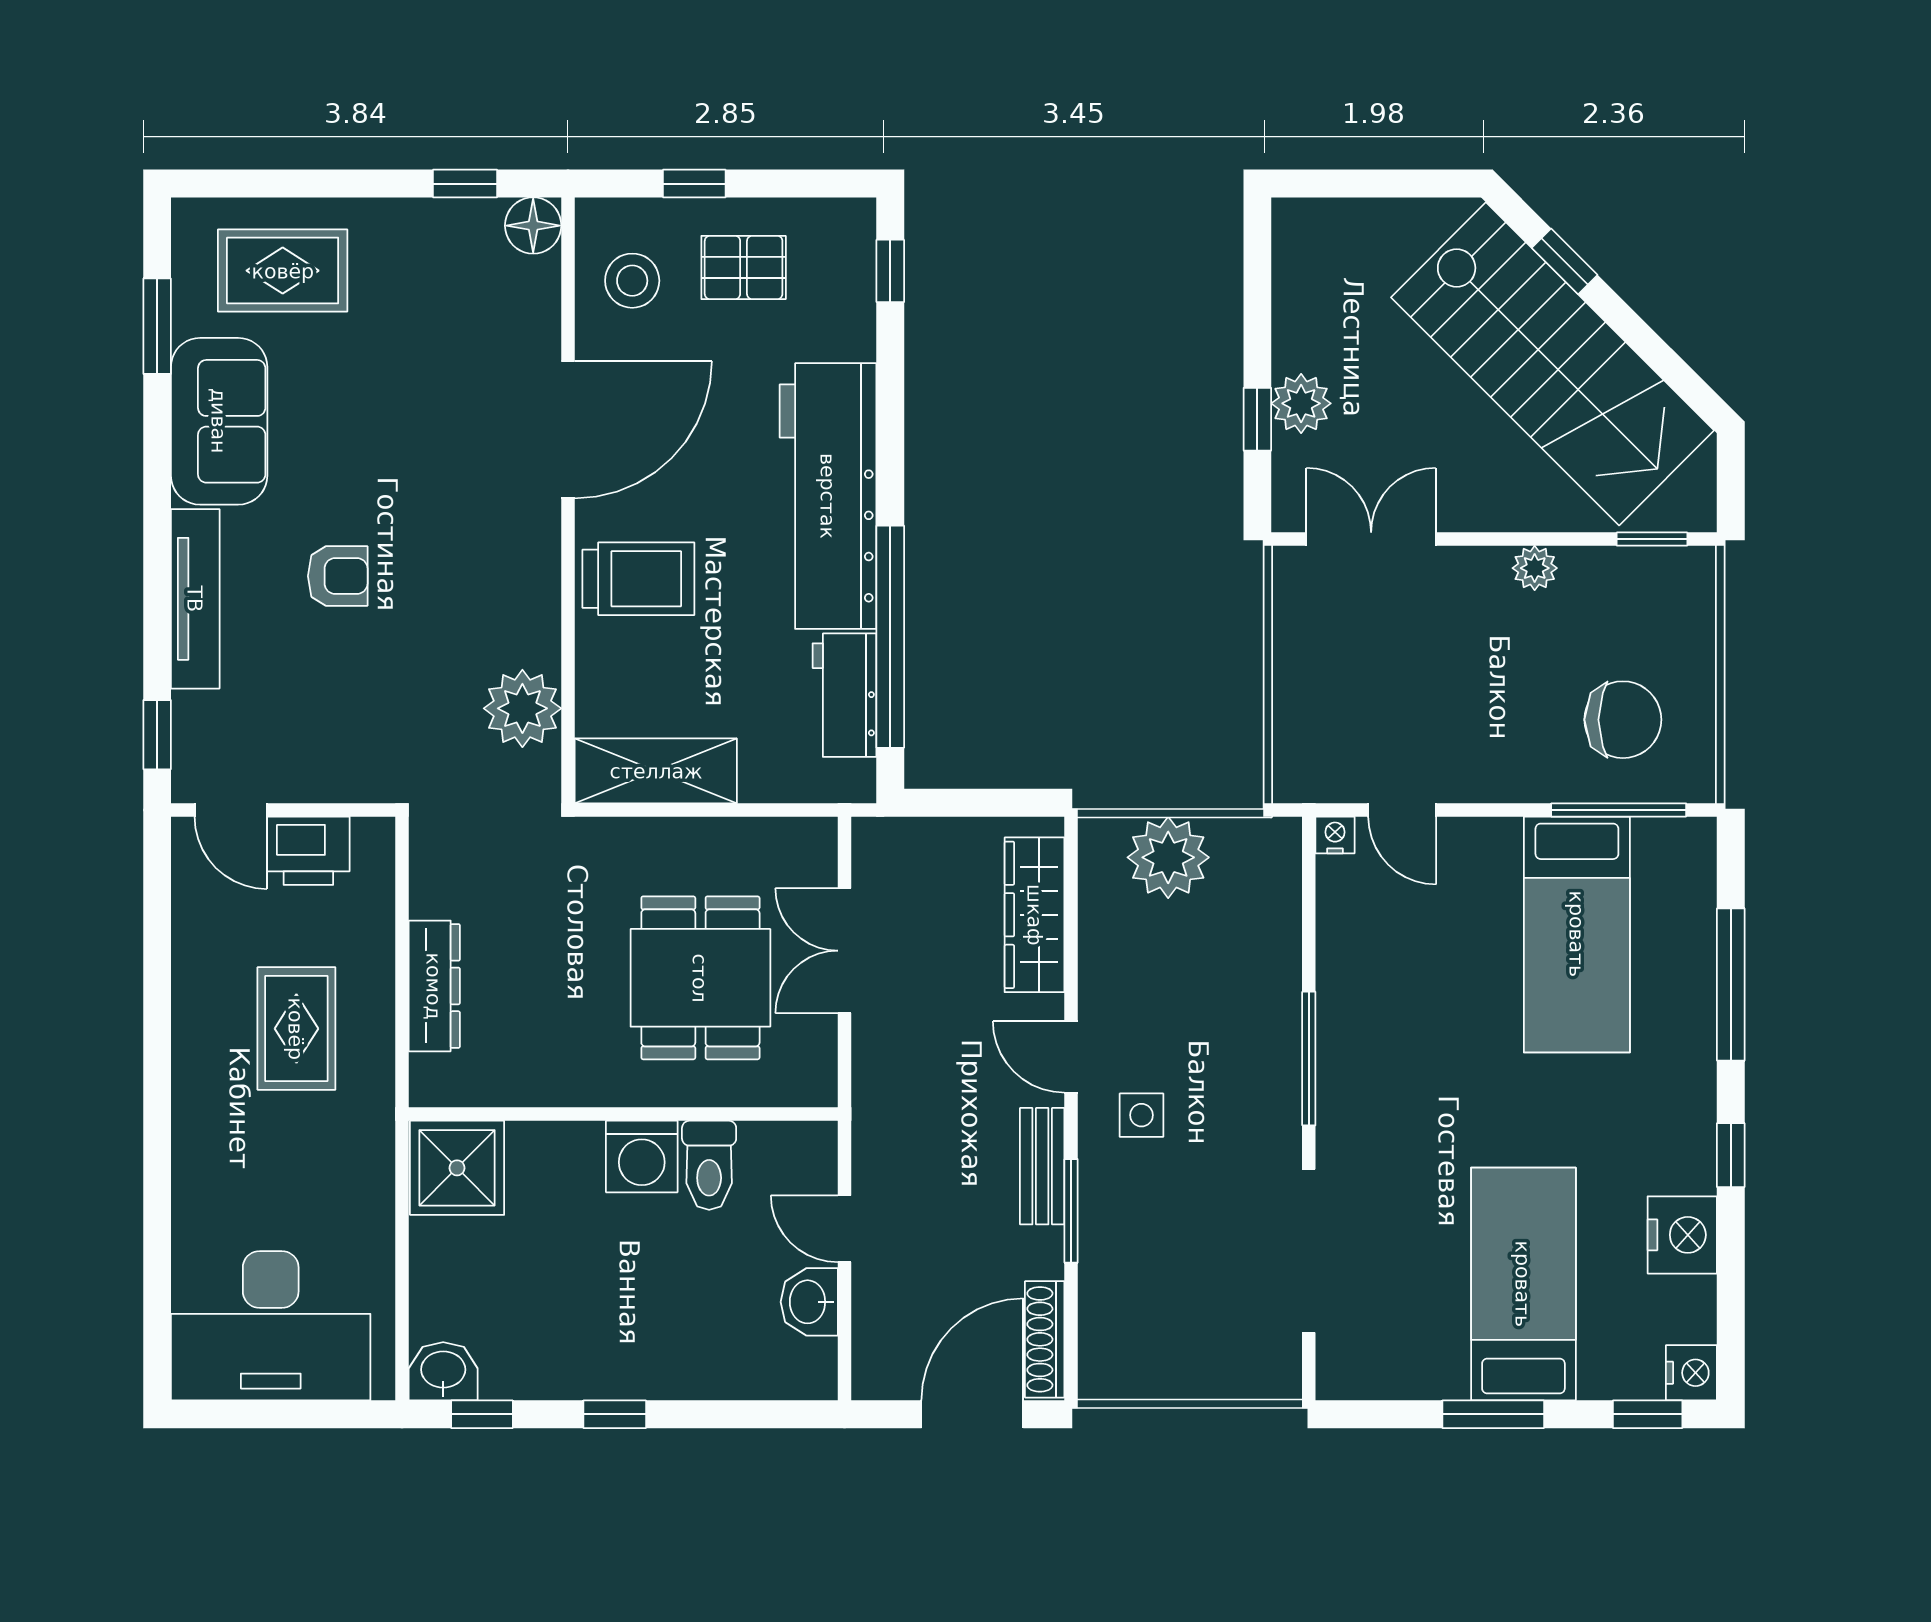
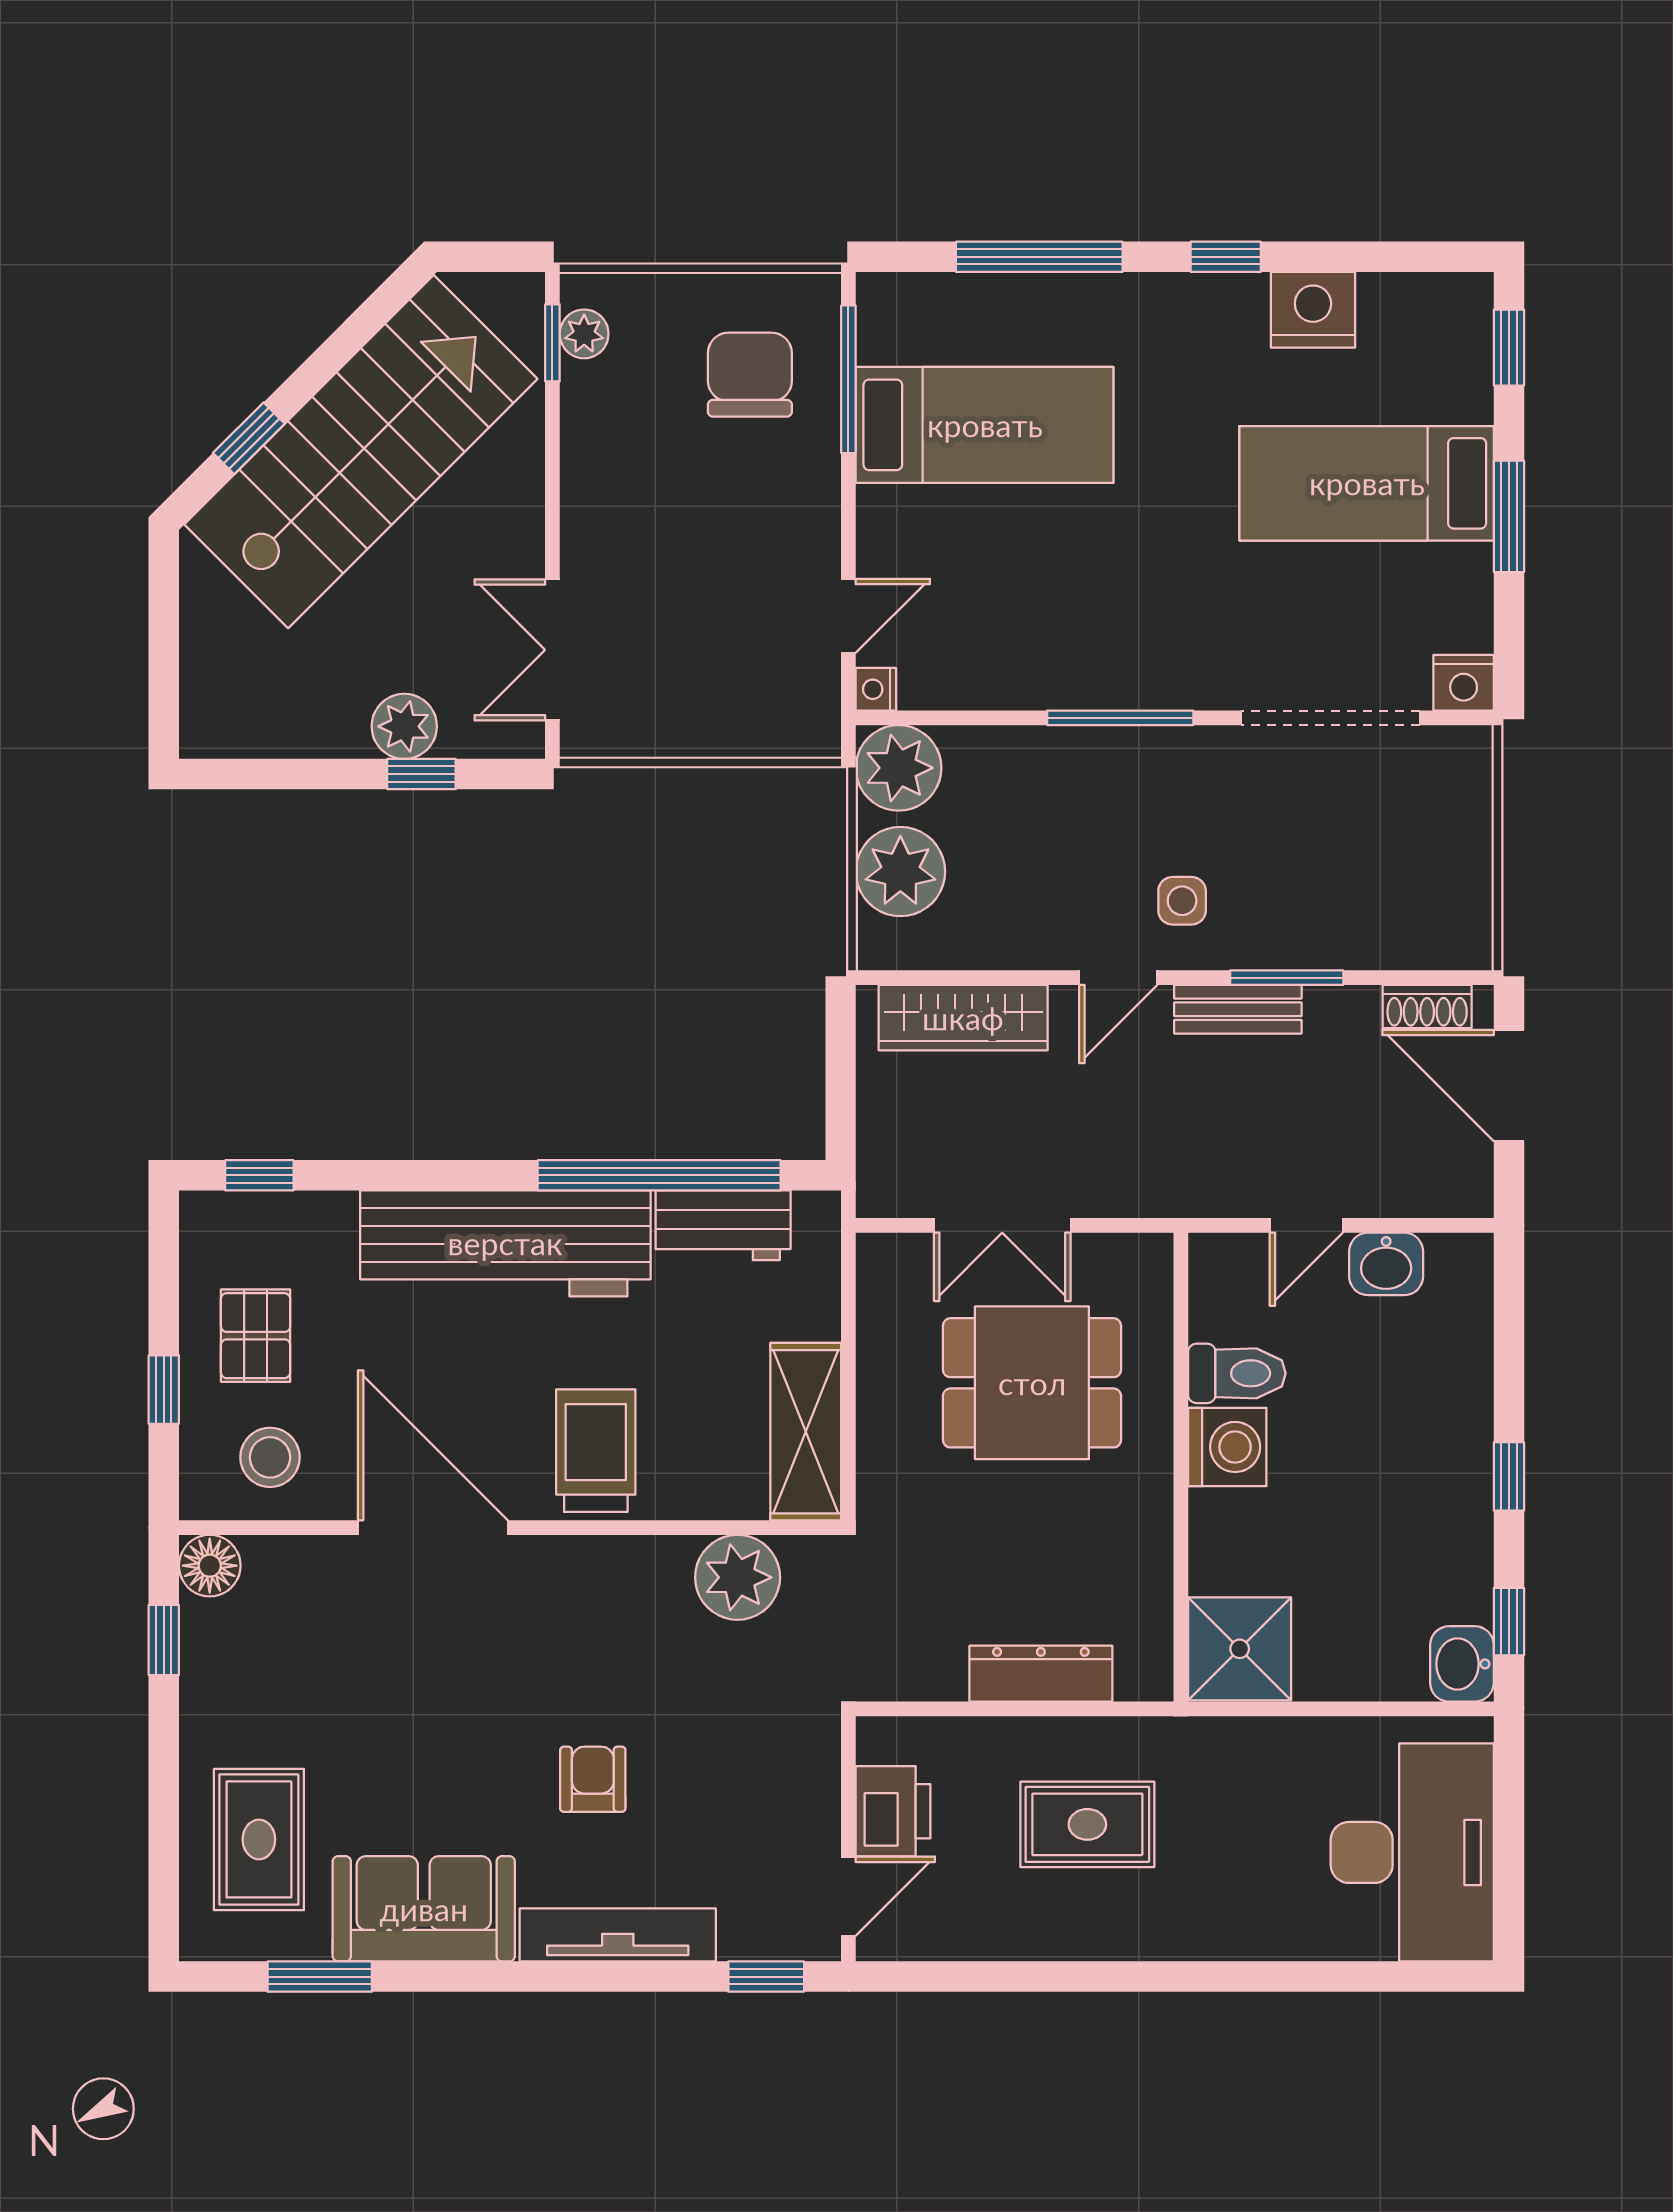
plant: (1535, 568) -> (584, 334), moved
plant: (1263, 856) -> (899, 768), added
shoe rack: (1045, 1339) -> (1427, 1007), width x0.70
nightstand: (1691, 1373) -> (1464, 683), moved, turned 180

